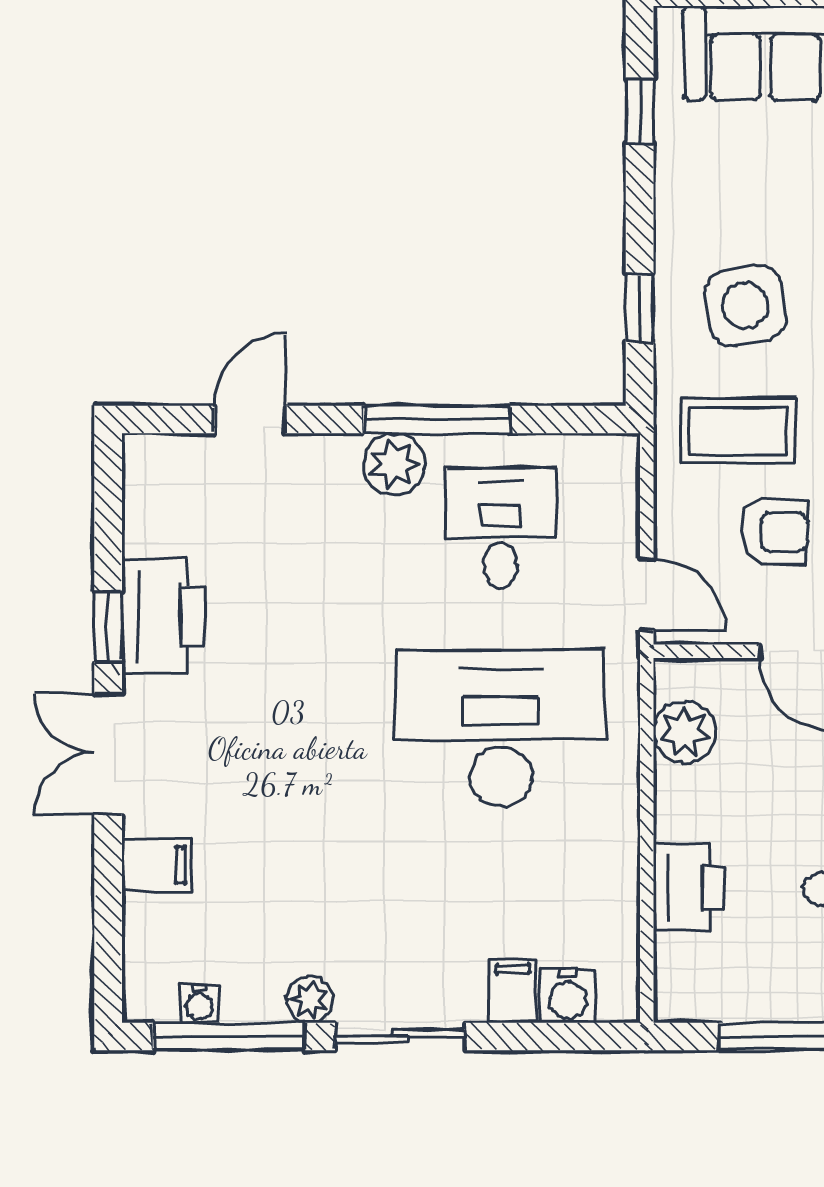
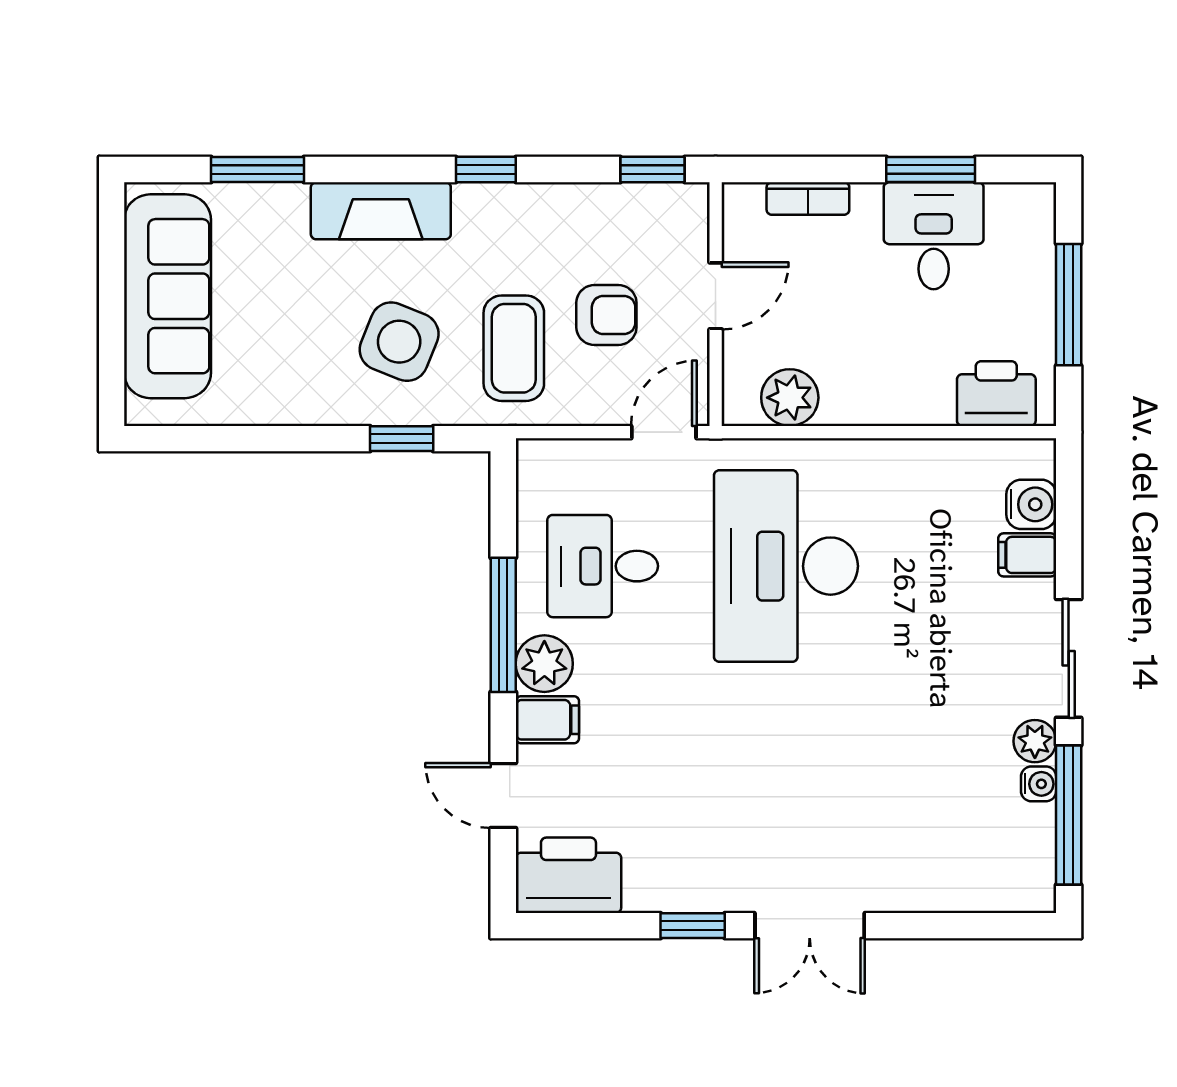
window: (640, 111) -> (221, 439), removed
side table: (745, 306) -> (399, 342), turned 32
armchair: (775, 532) -> (606, 315), turned 90
printer: (163, 616) -> (568, 875), moved
filing cabinet: (156, 865) -> (547, 720), moved, turned 90
printer: (689, 888) -> (996, 394), moved
water cooler: (199, 1004) -> (1039, 784), moved

